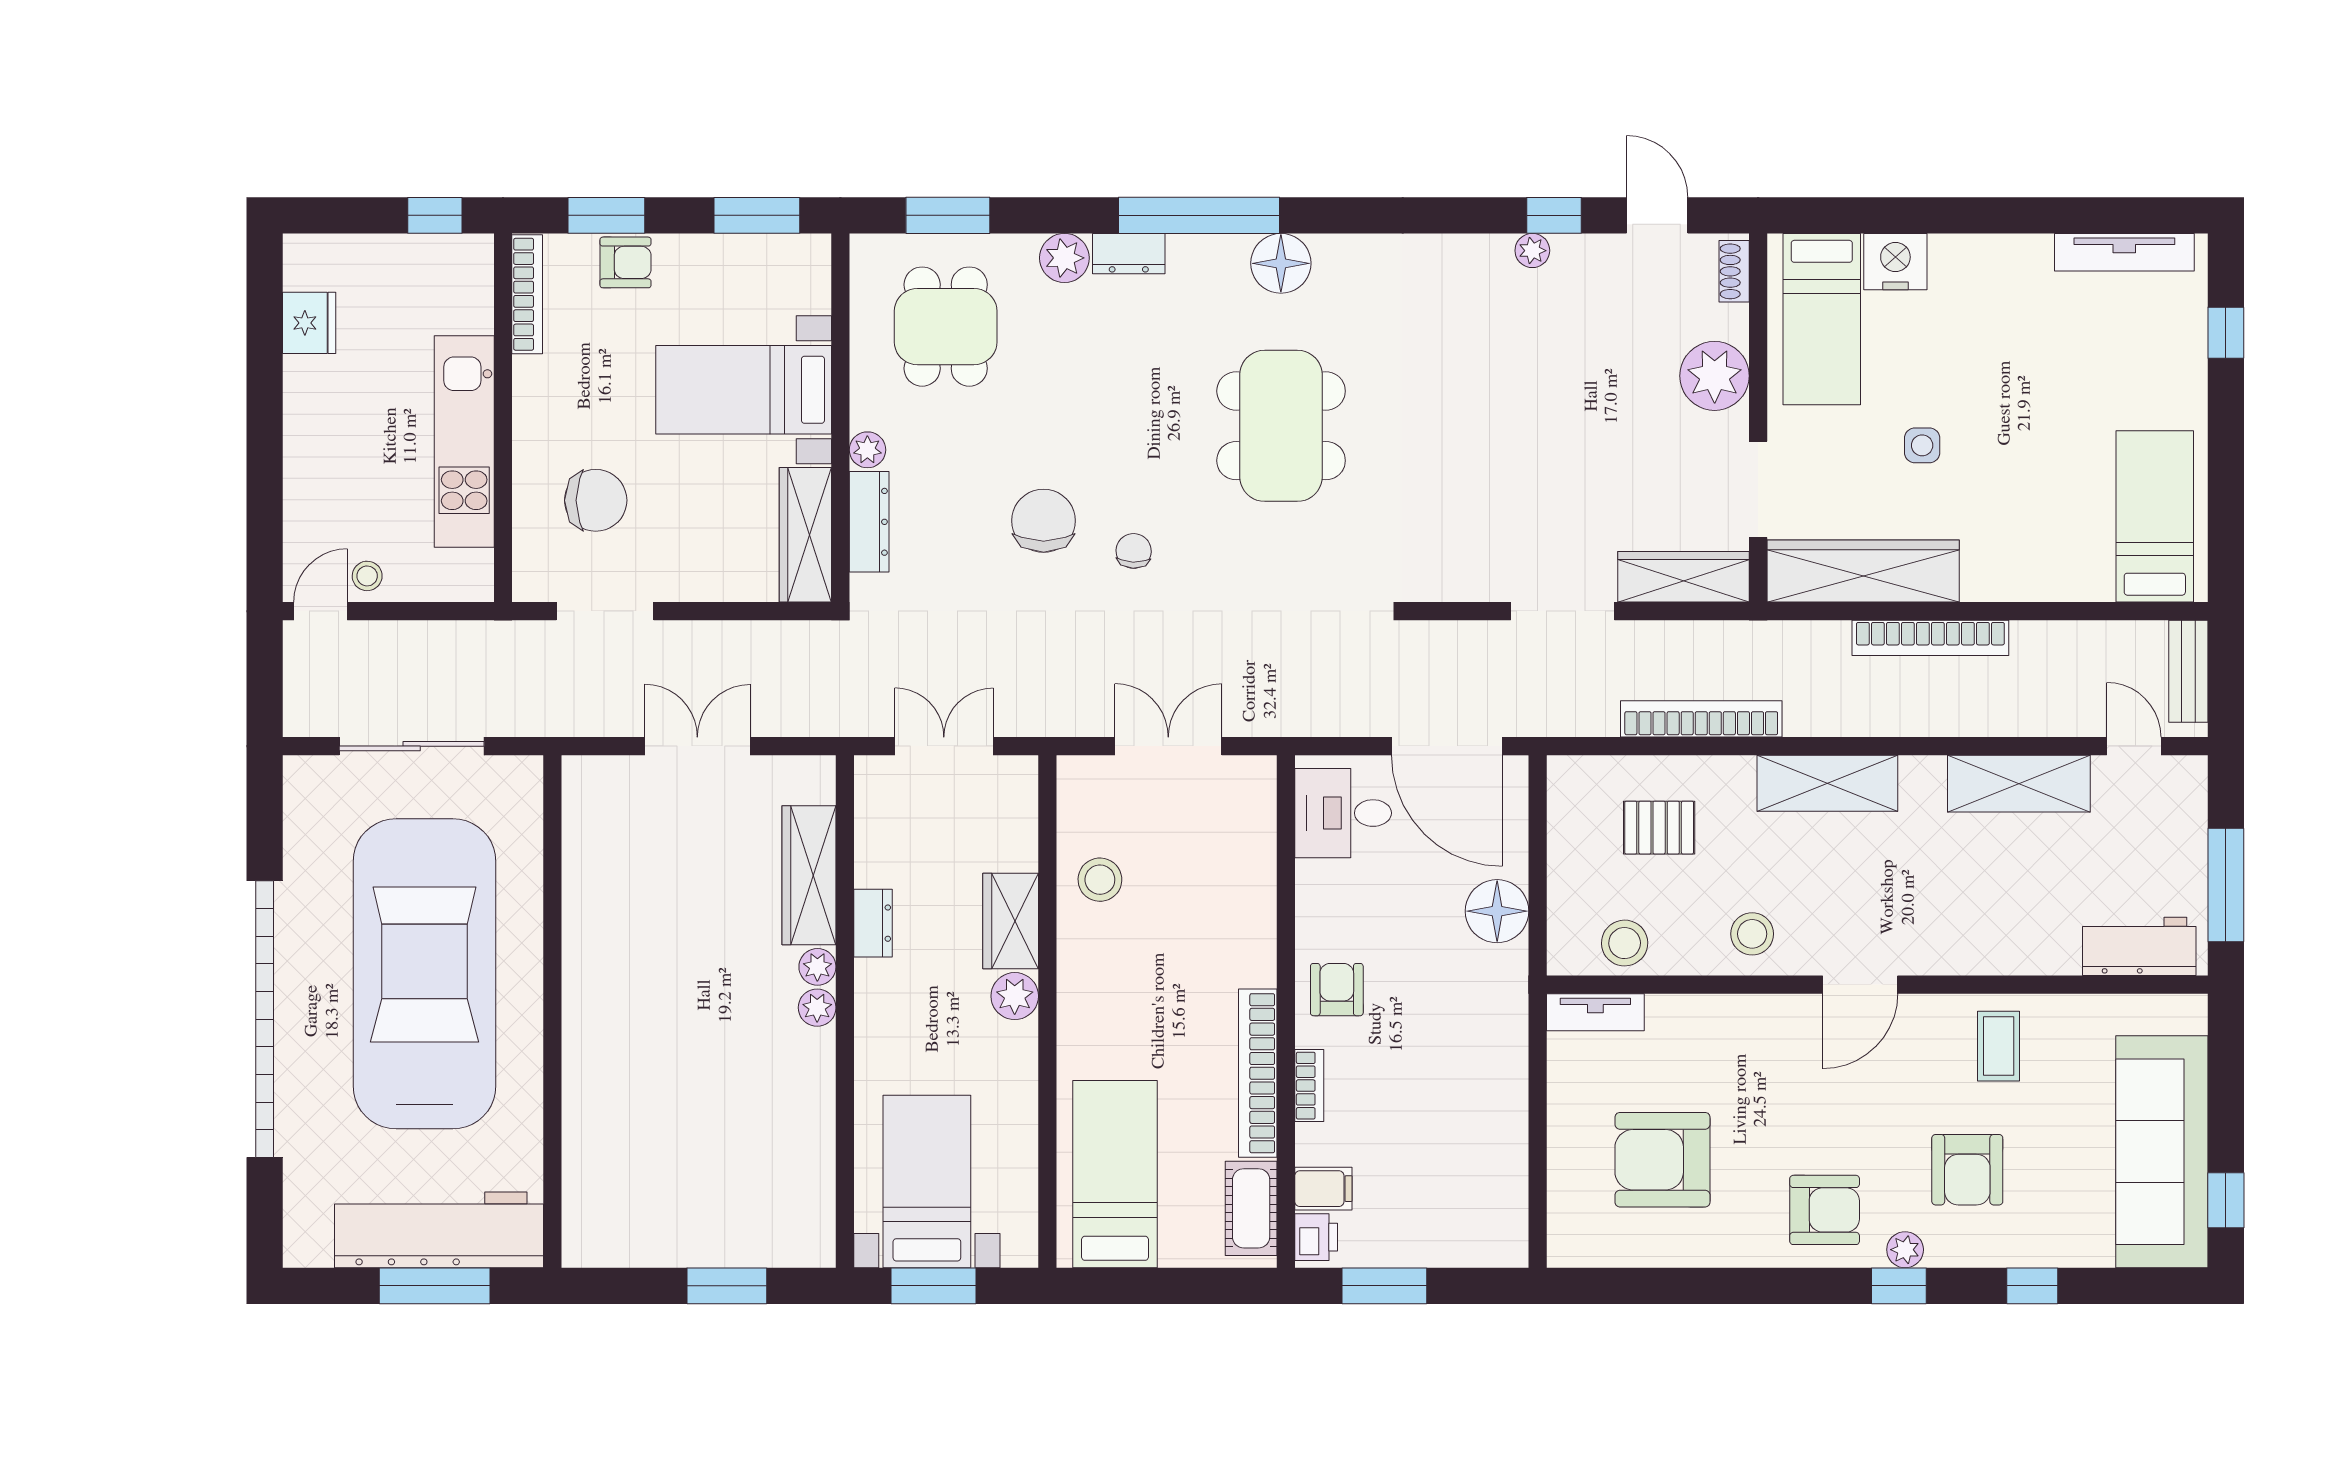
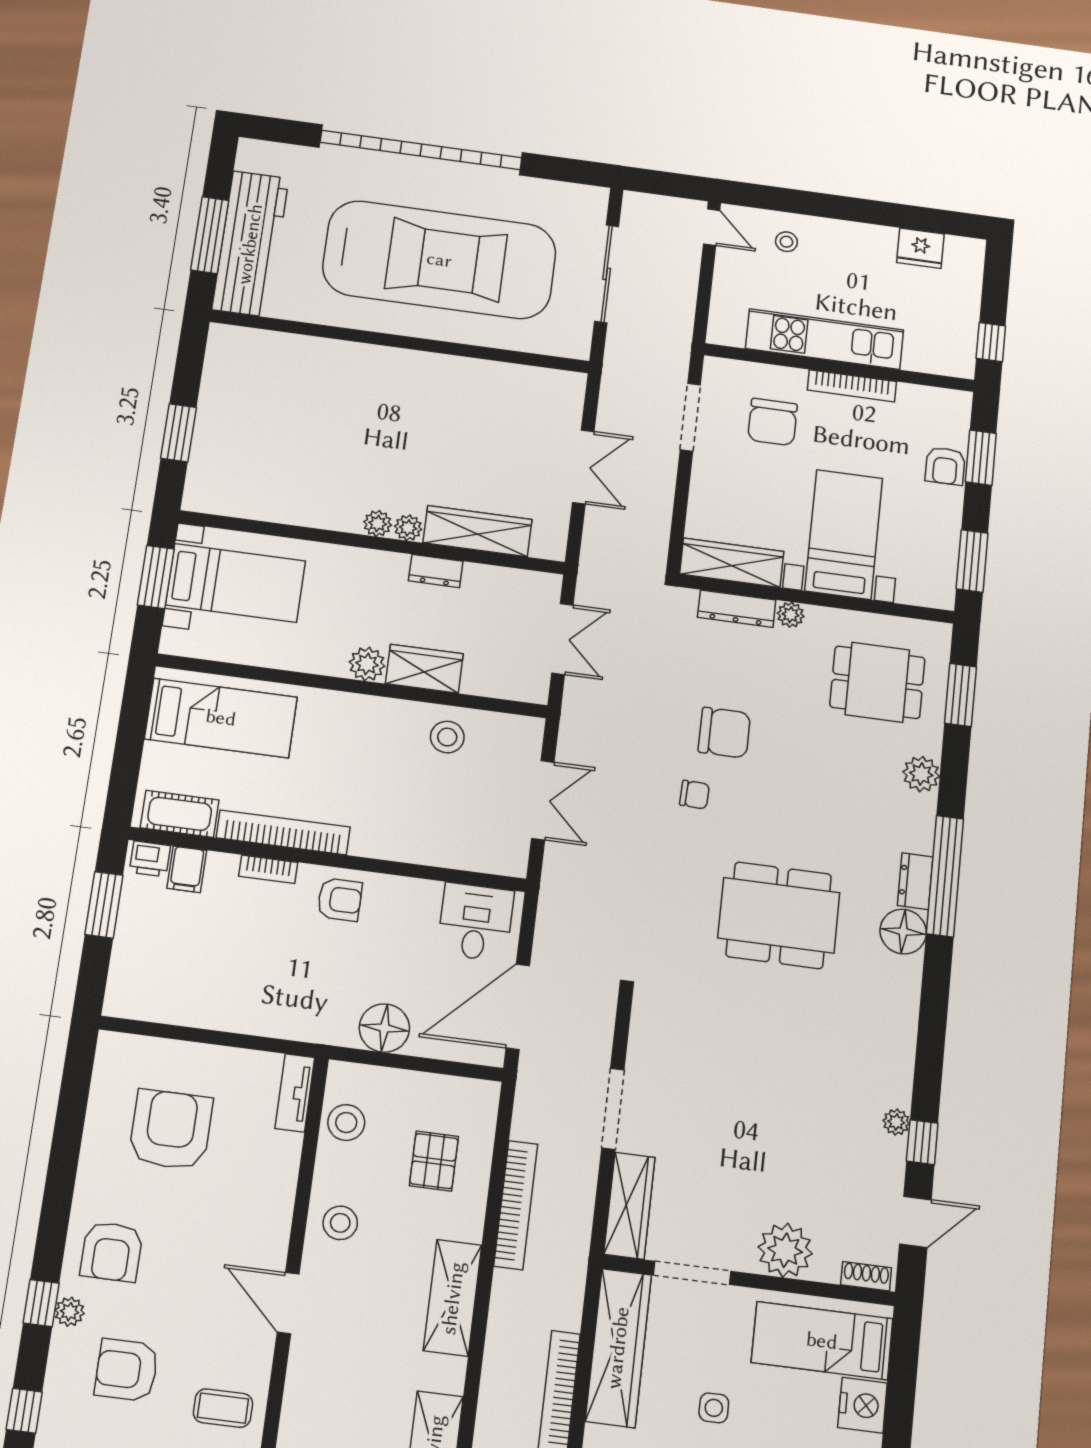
dresser: (1129, 254) -> (915, 881), moved
bookcase: (527, 294) -> (852, 386), moved
stool: (367, 576) -> (786, 242), moved

